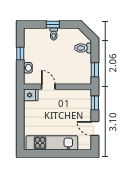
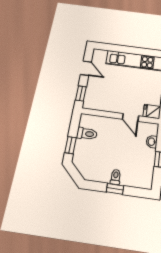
toilet: (83, 48) -> (87, 134), moved
window: (95, 70) -> (71, 145), moved

